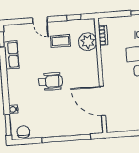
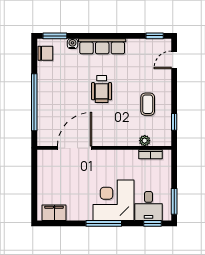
door: (40, 20) -> (174, 60), moved
plant: (88, 42) -> (145, 141), width x0.53, depth x0.53
row of seats: (12, 55) -> (102, 46), moved, width x1.48

